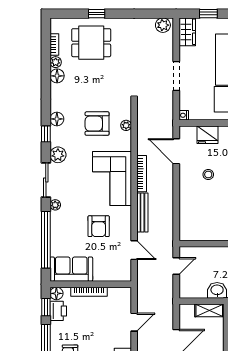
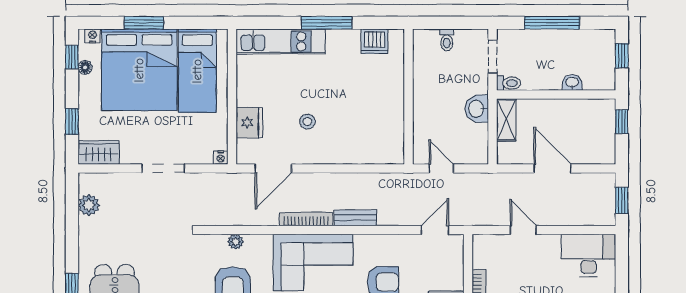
plant: (163, 25) -> (89, 205), moved
bench: (142, 213) -> (355, 218), width x0.73
door: (134, 250) -> (435, 230), moved

